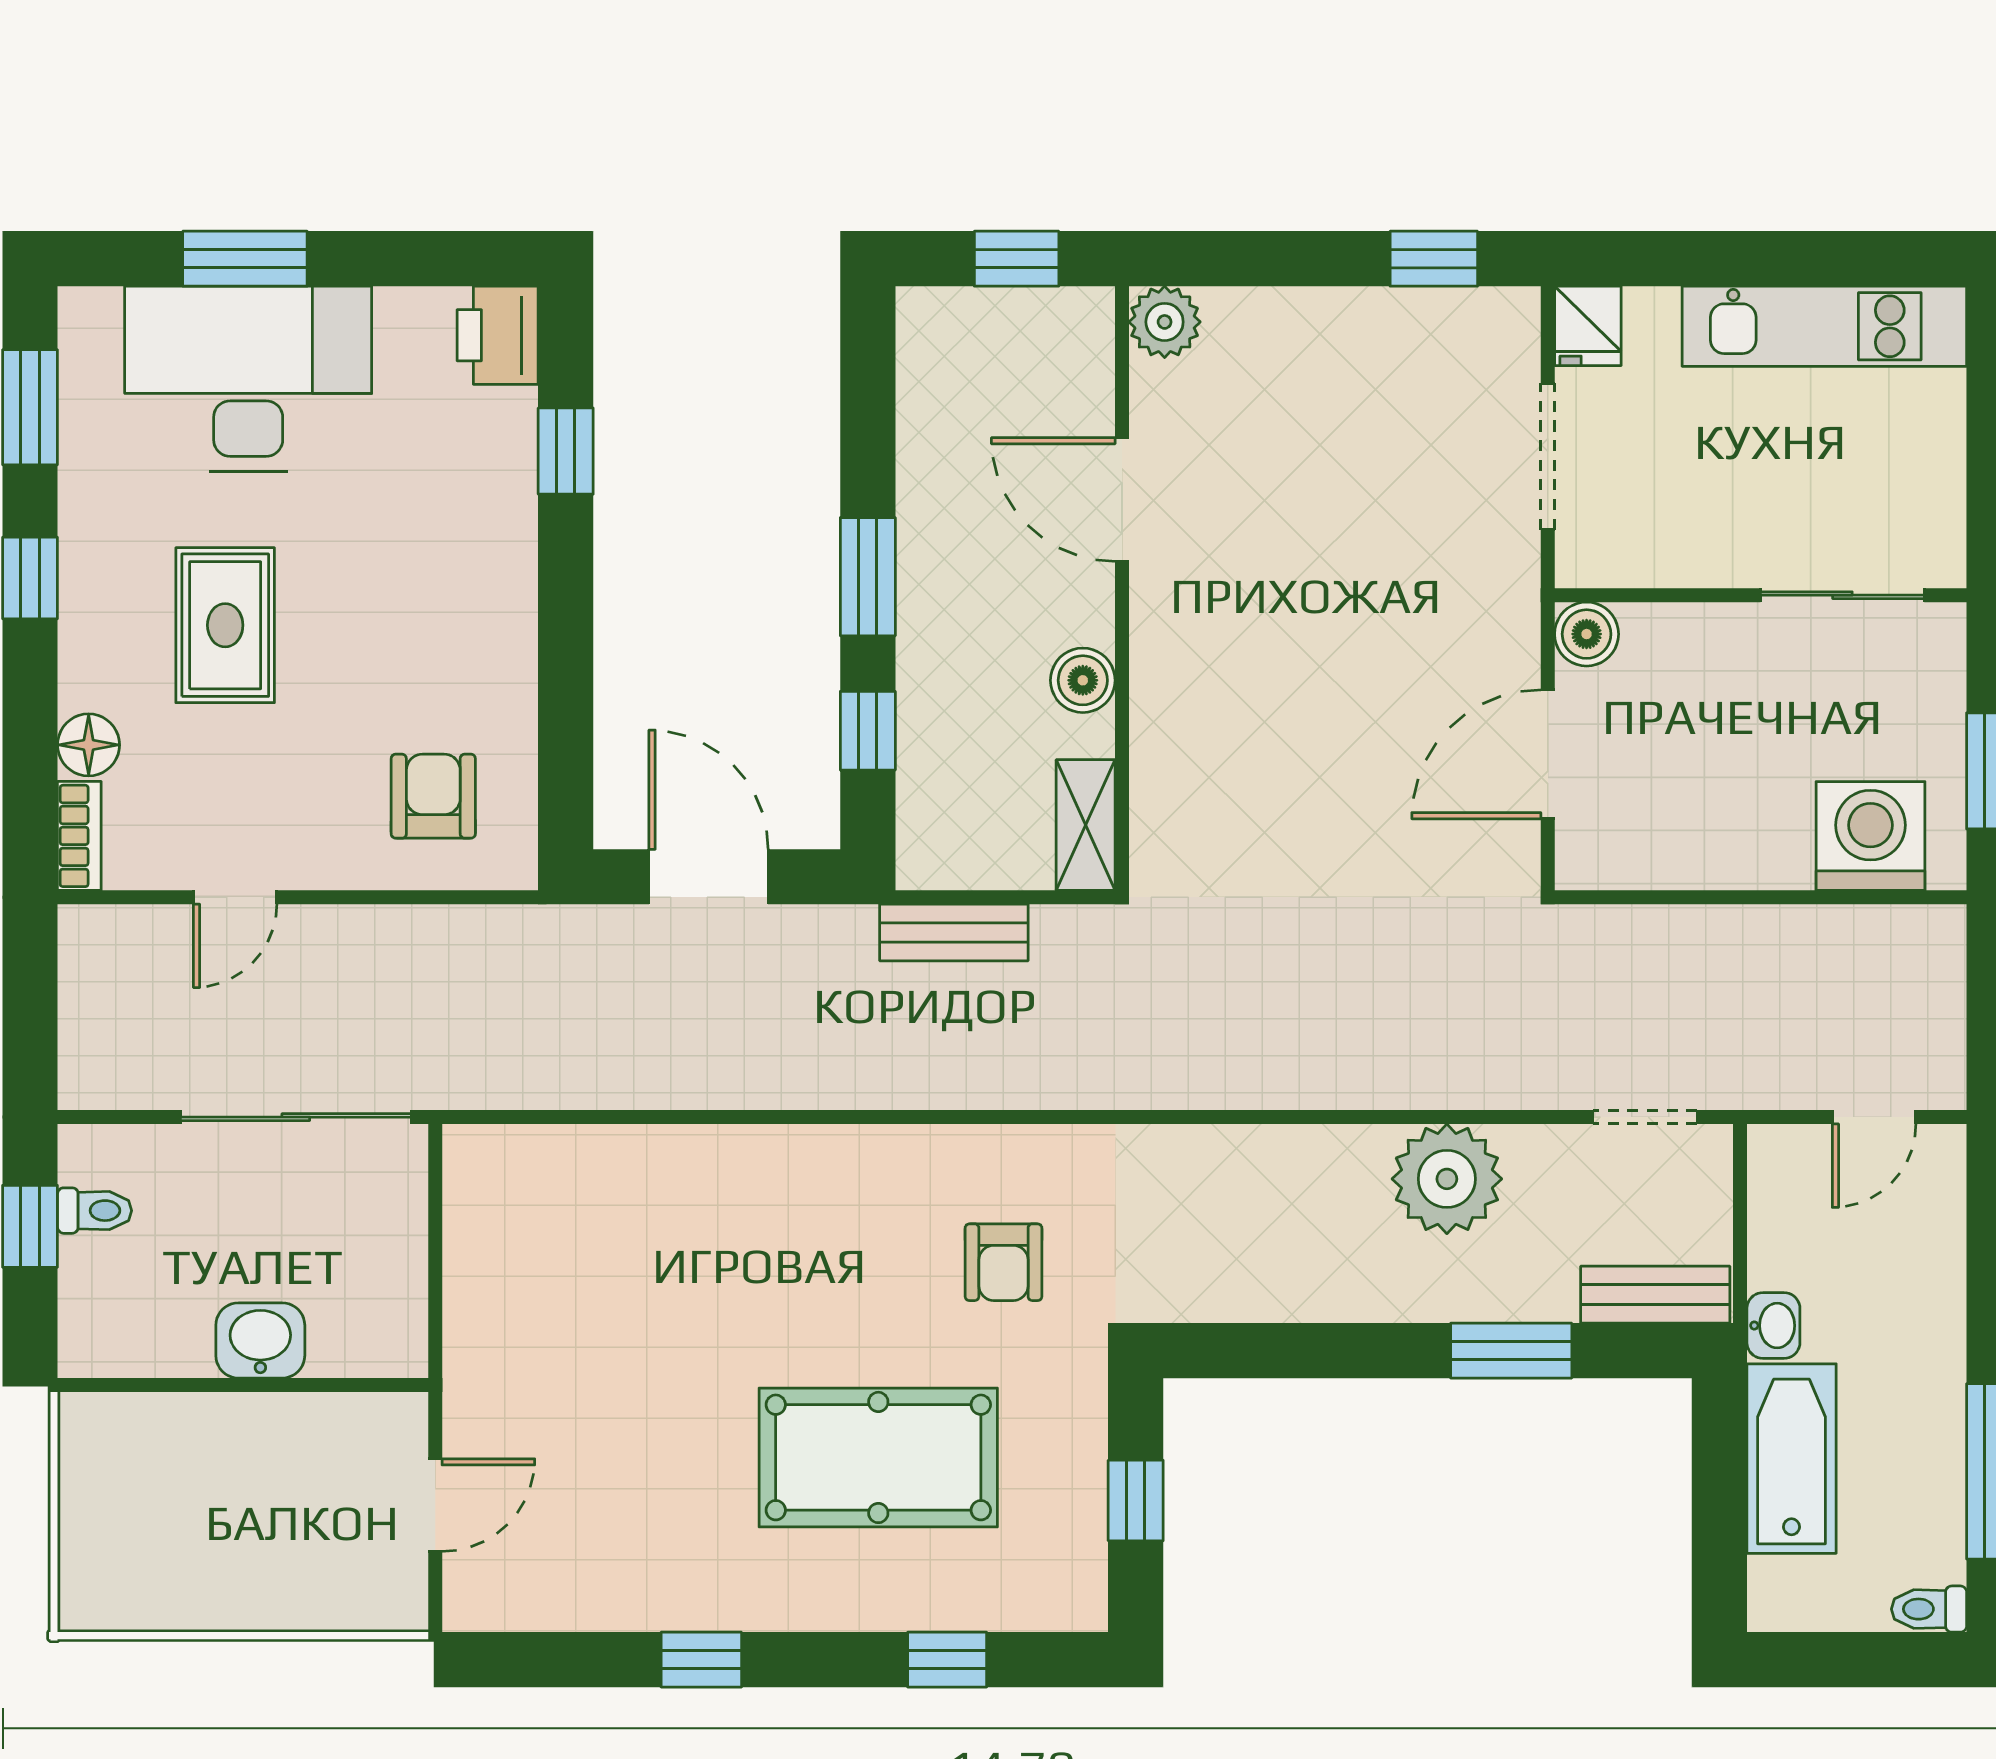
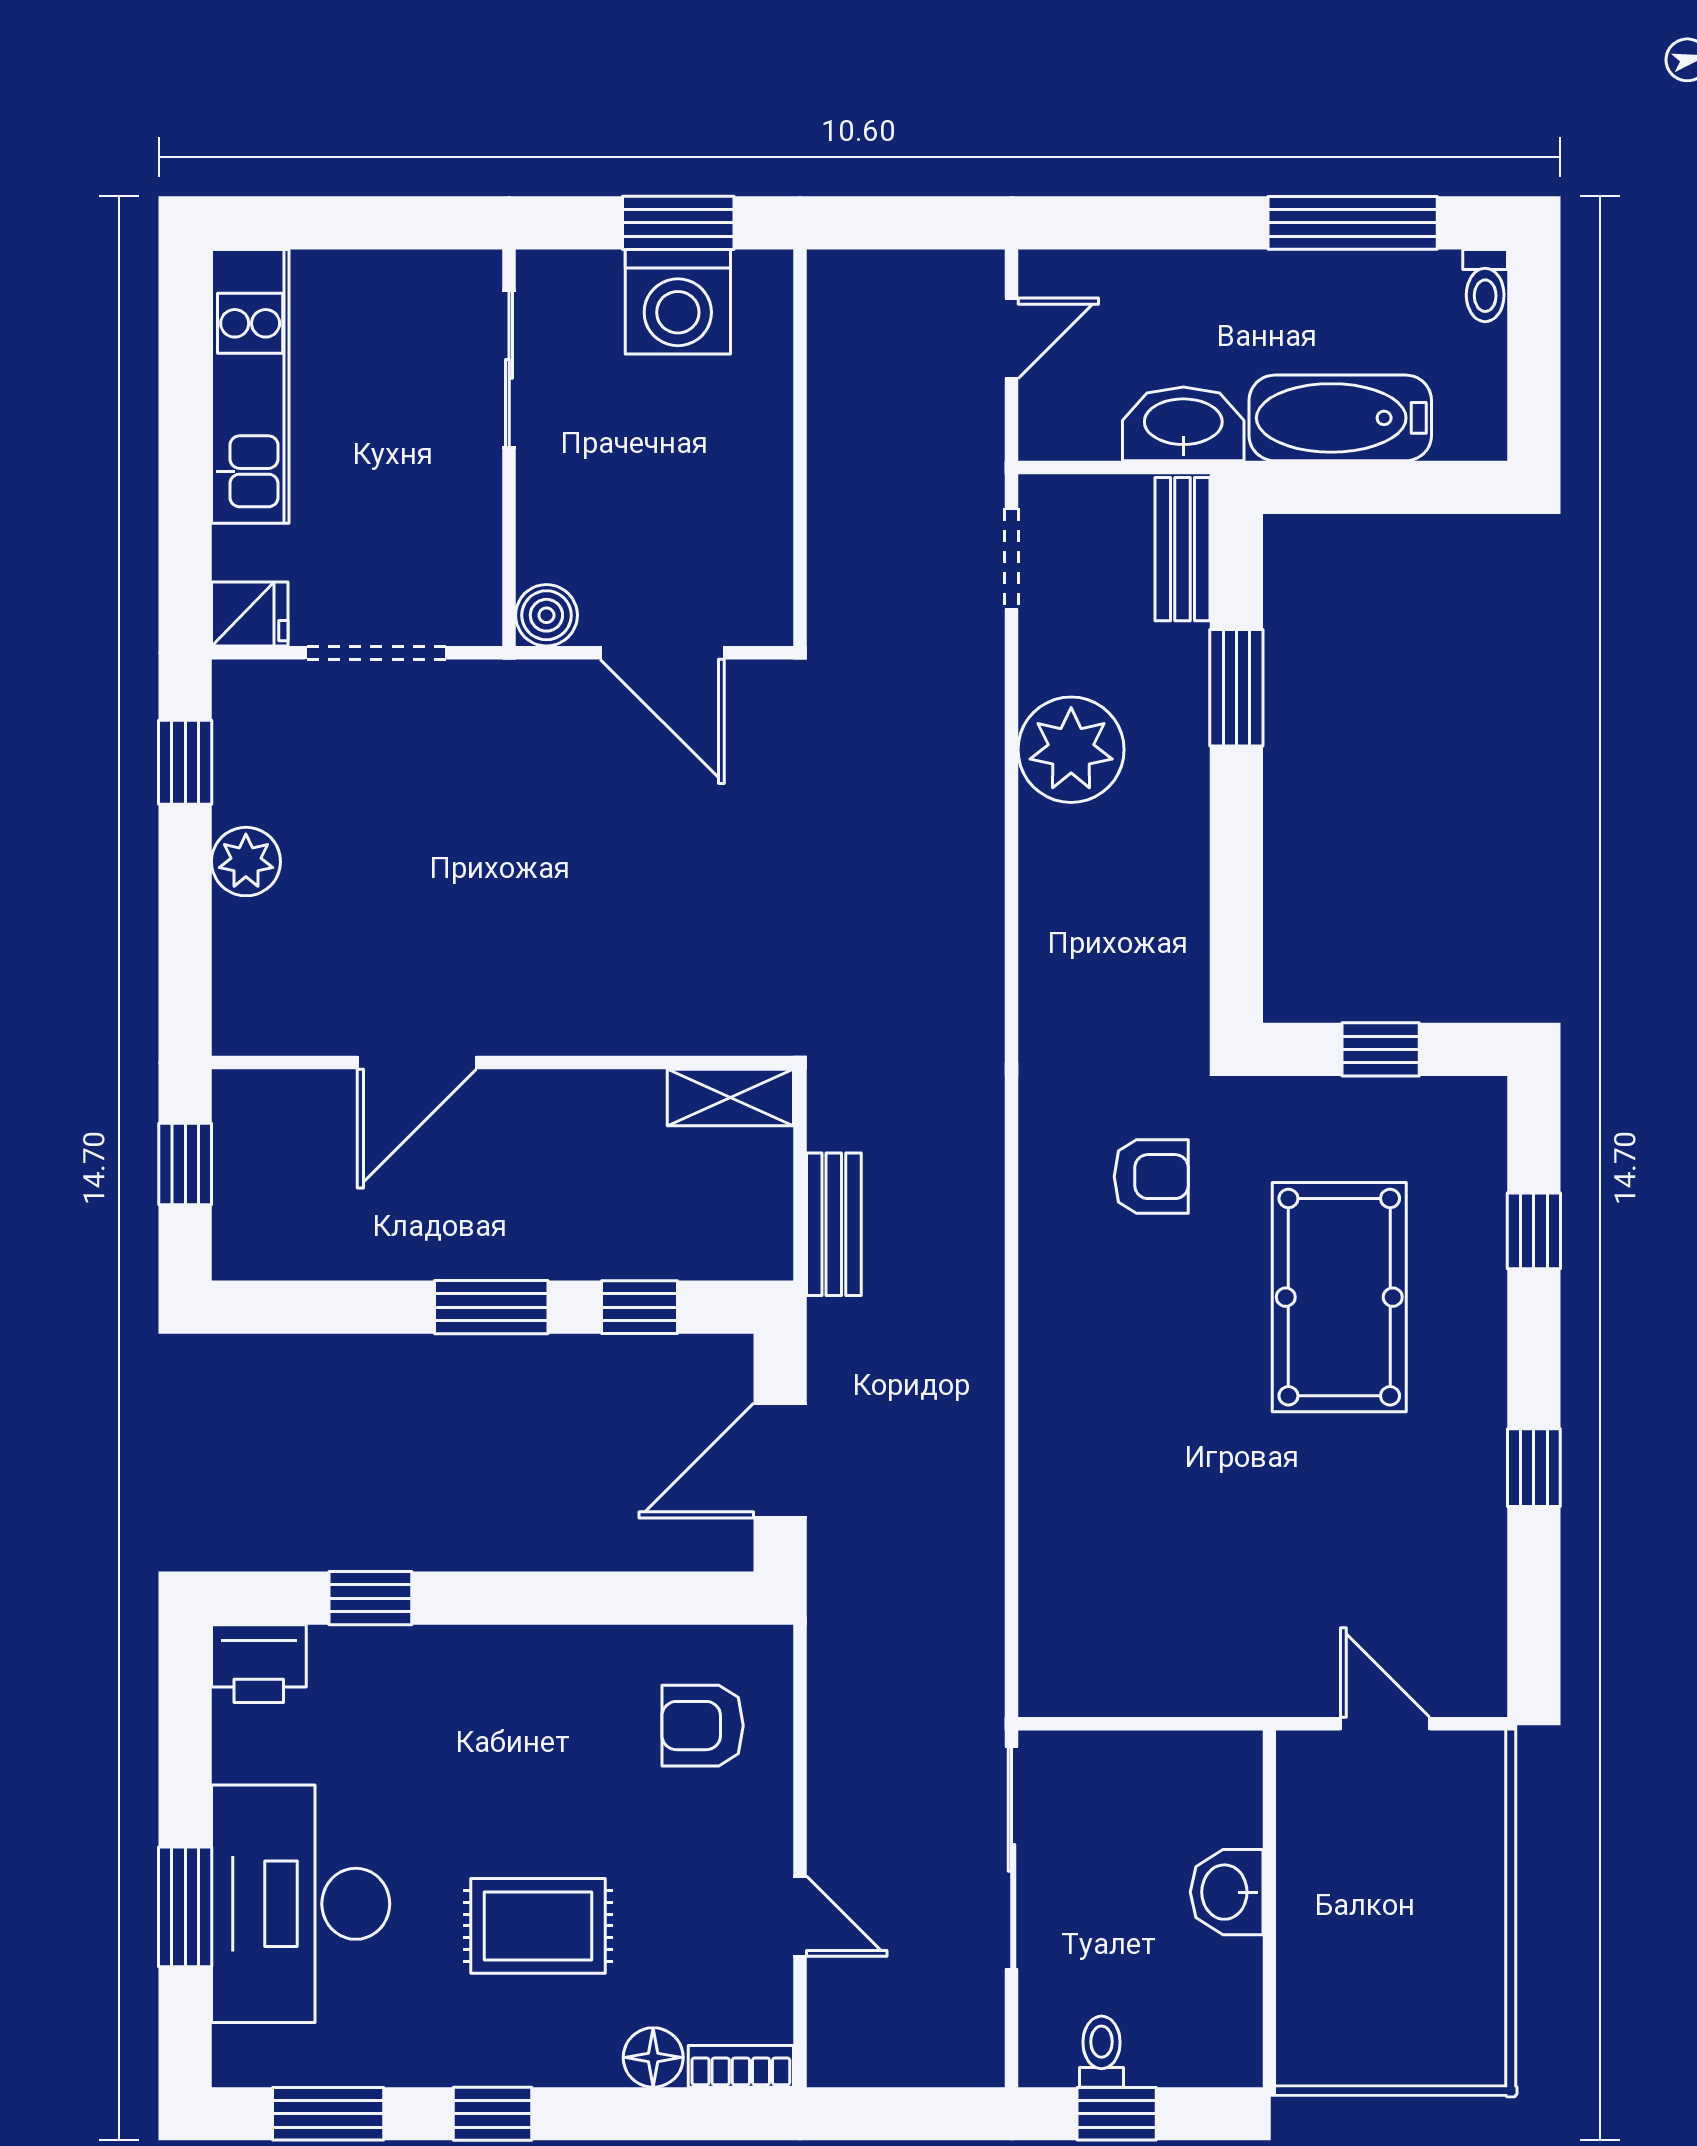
plant: (1165, 322) -> (246, 862), moved
boiler: (1083, 680) -> (591, 1100), removed
washing machine: (1870, 836) -> (678, 302), moved, turned -90
door: (1874, 1117) -> (1012, 338), hinge flipped
washbasin: (1773, 1326) -> (1183, 424), width x1.91, depth x1.45

